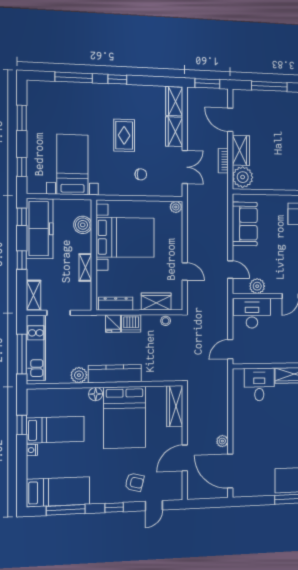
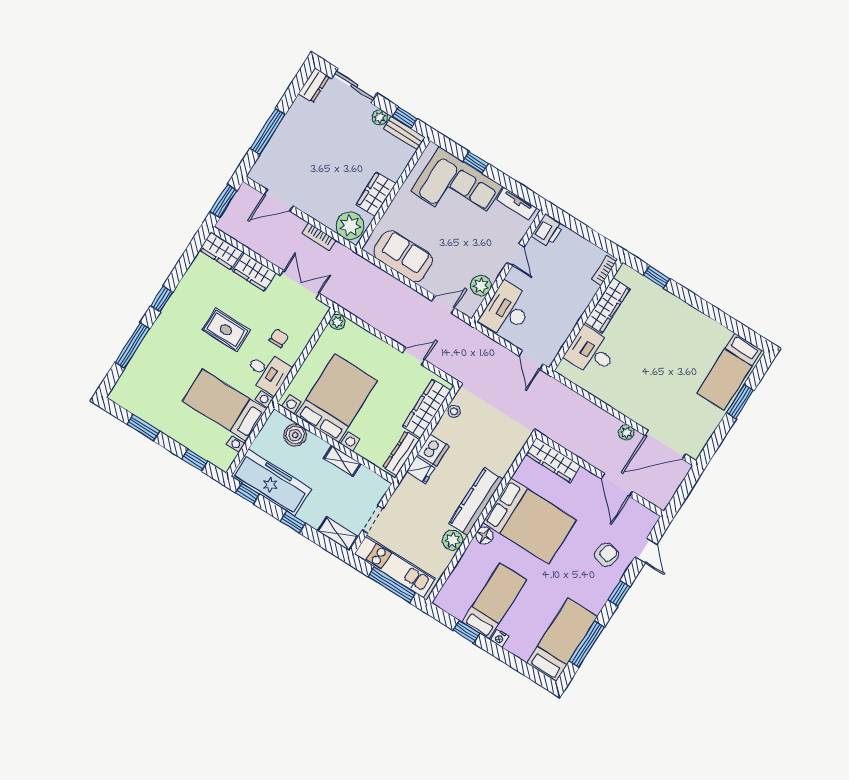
wardrobe: (241, 150) -> (376, 194), moved, turned -90
desk: (114, 180) -> (268, 372), added
wardrobe: (156, 302) -> (427, 408), width x1.50

